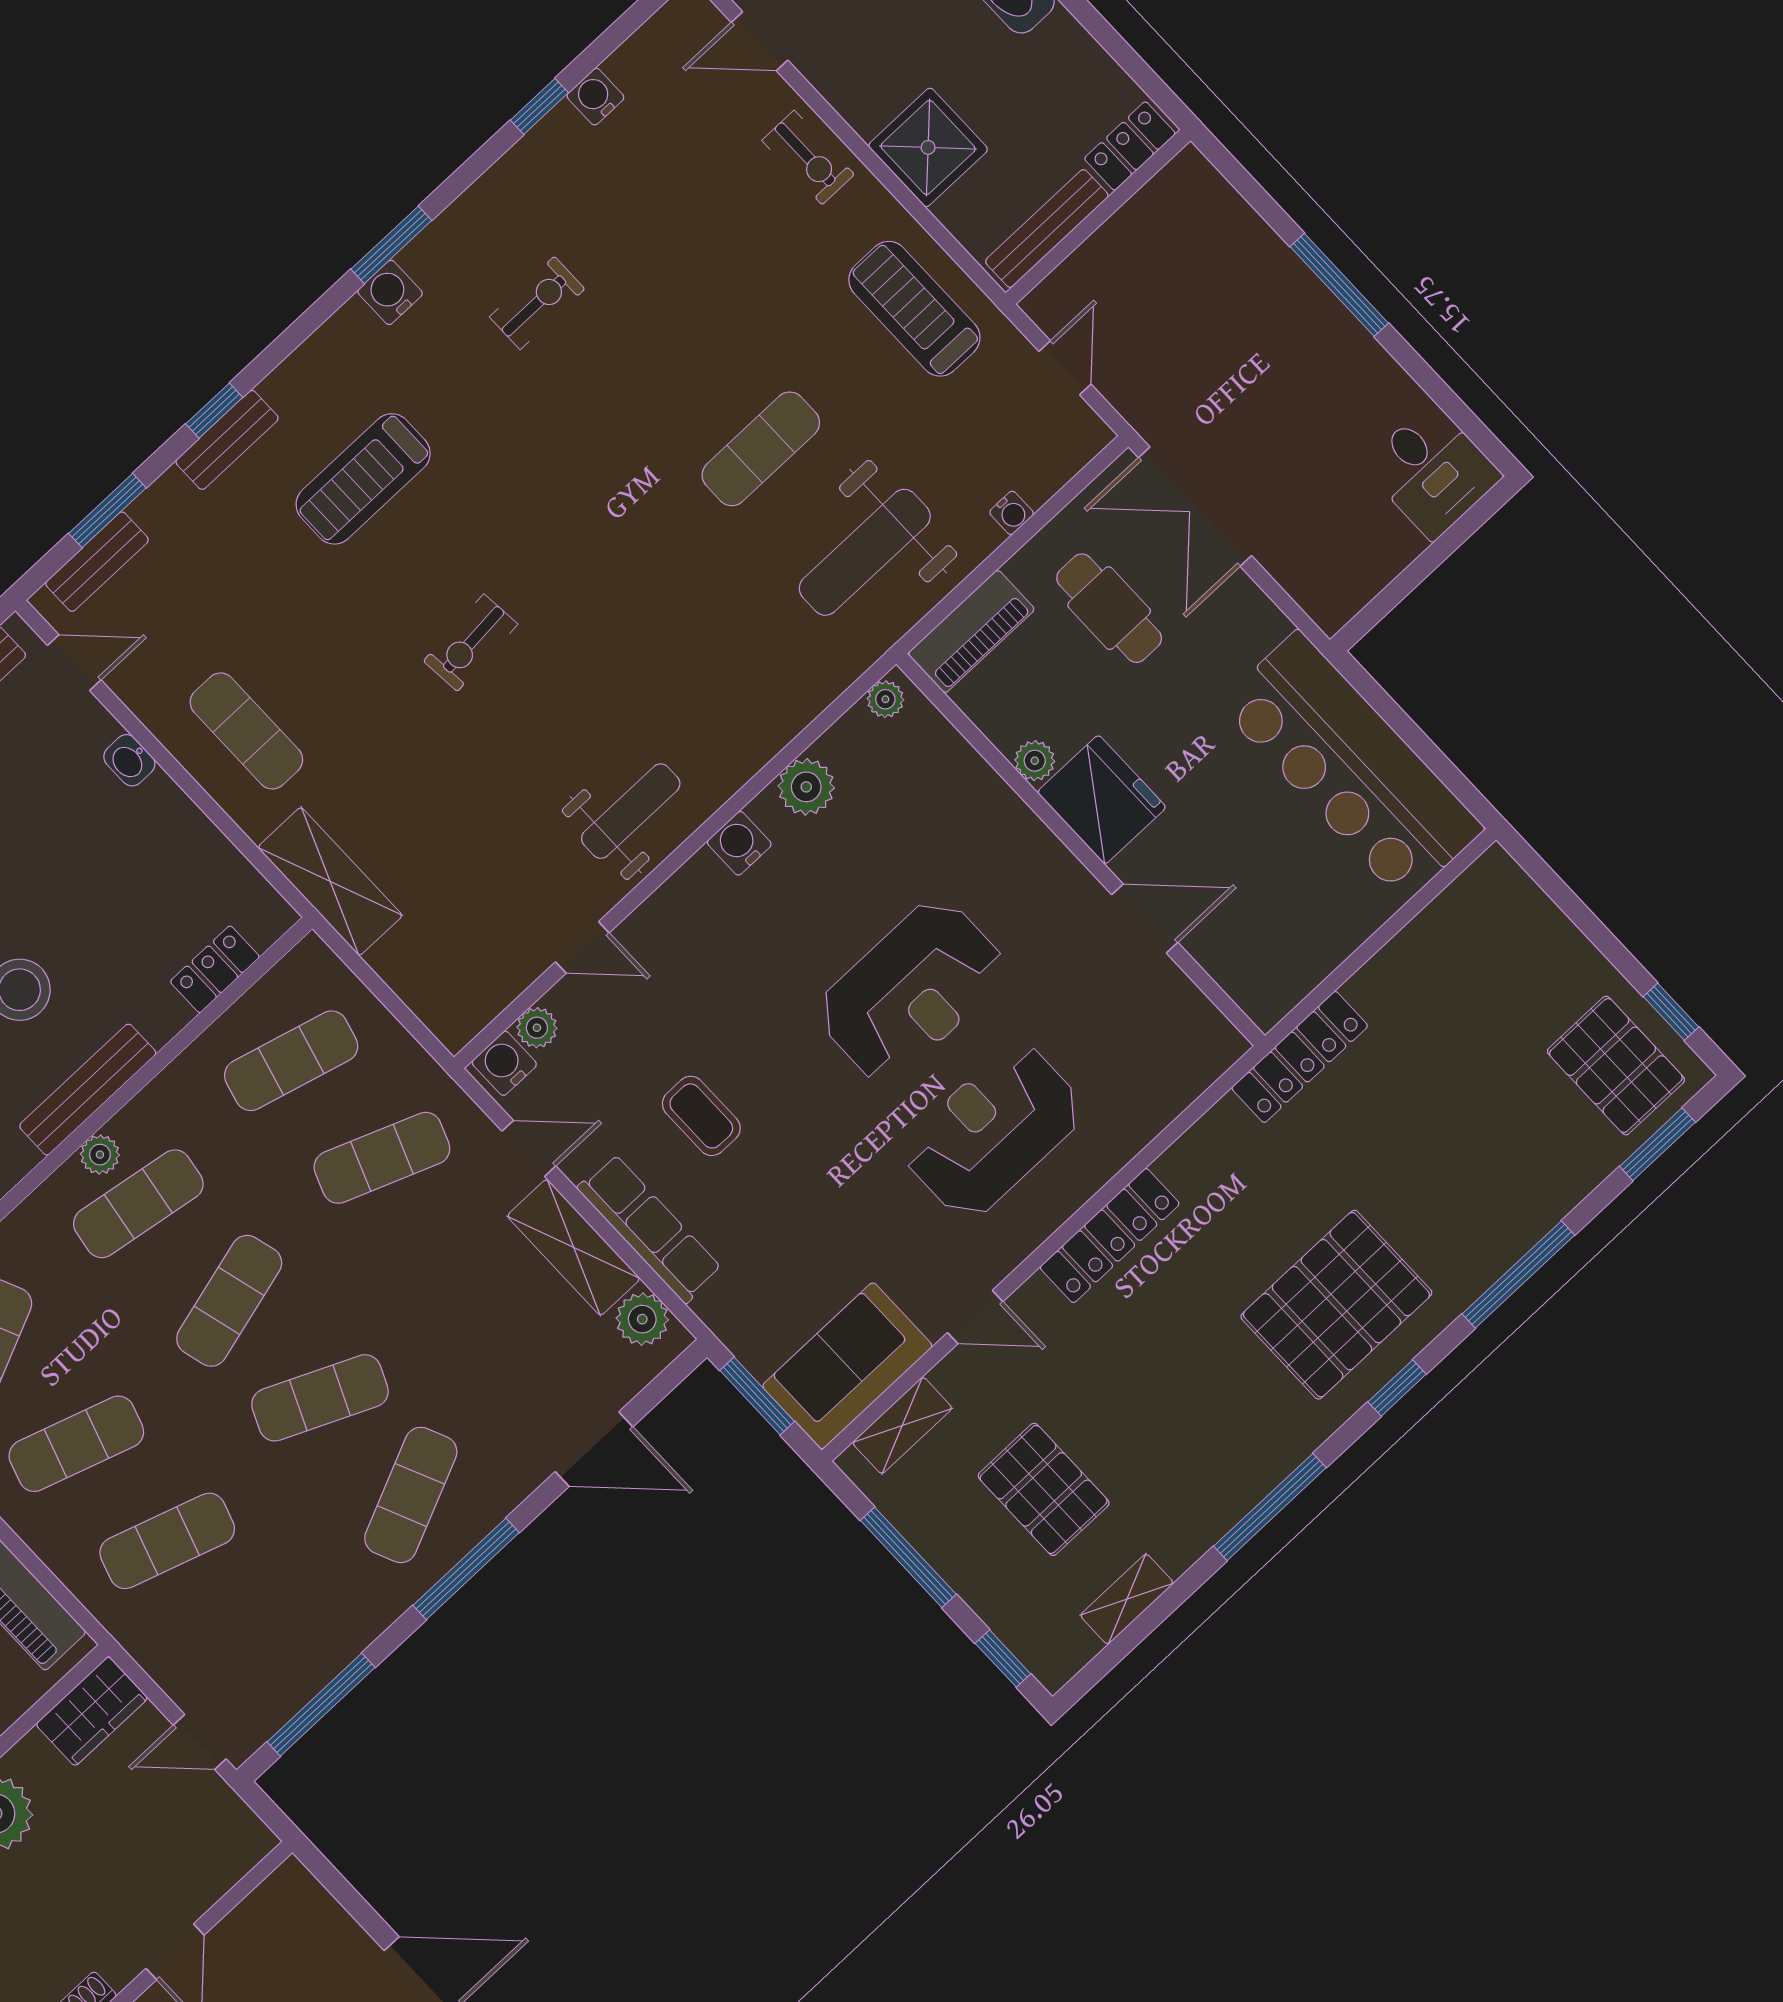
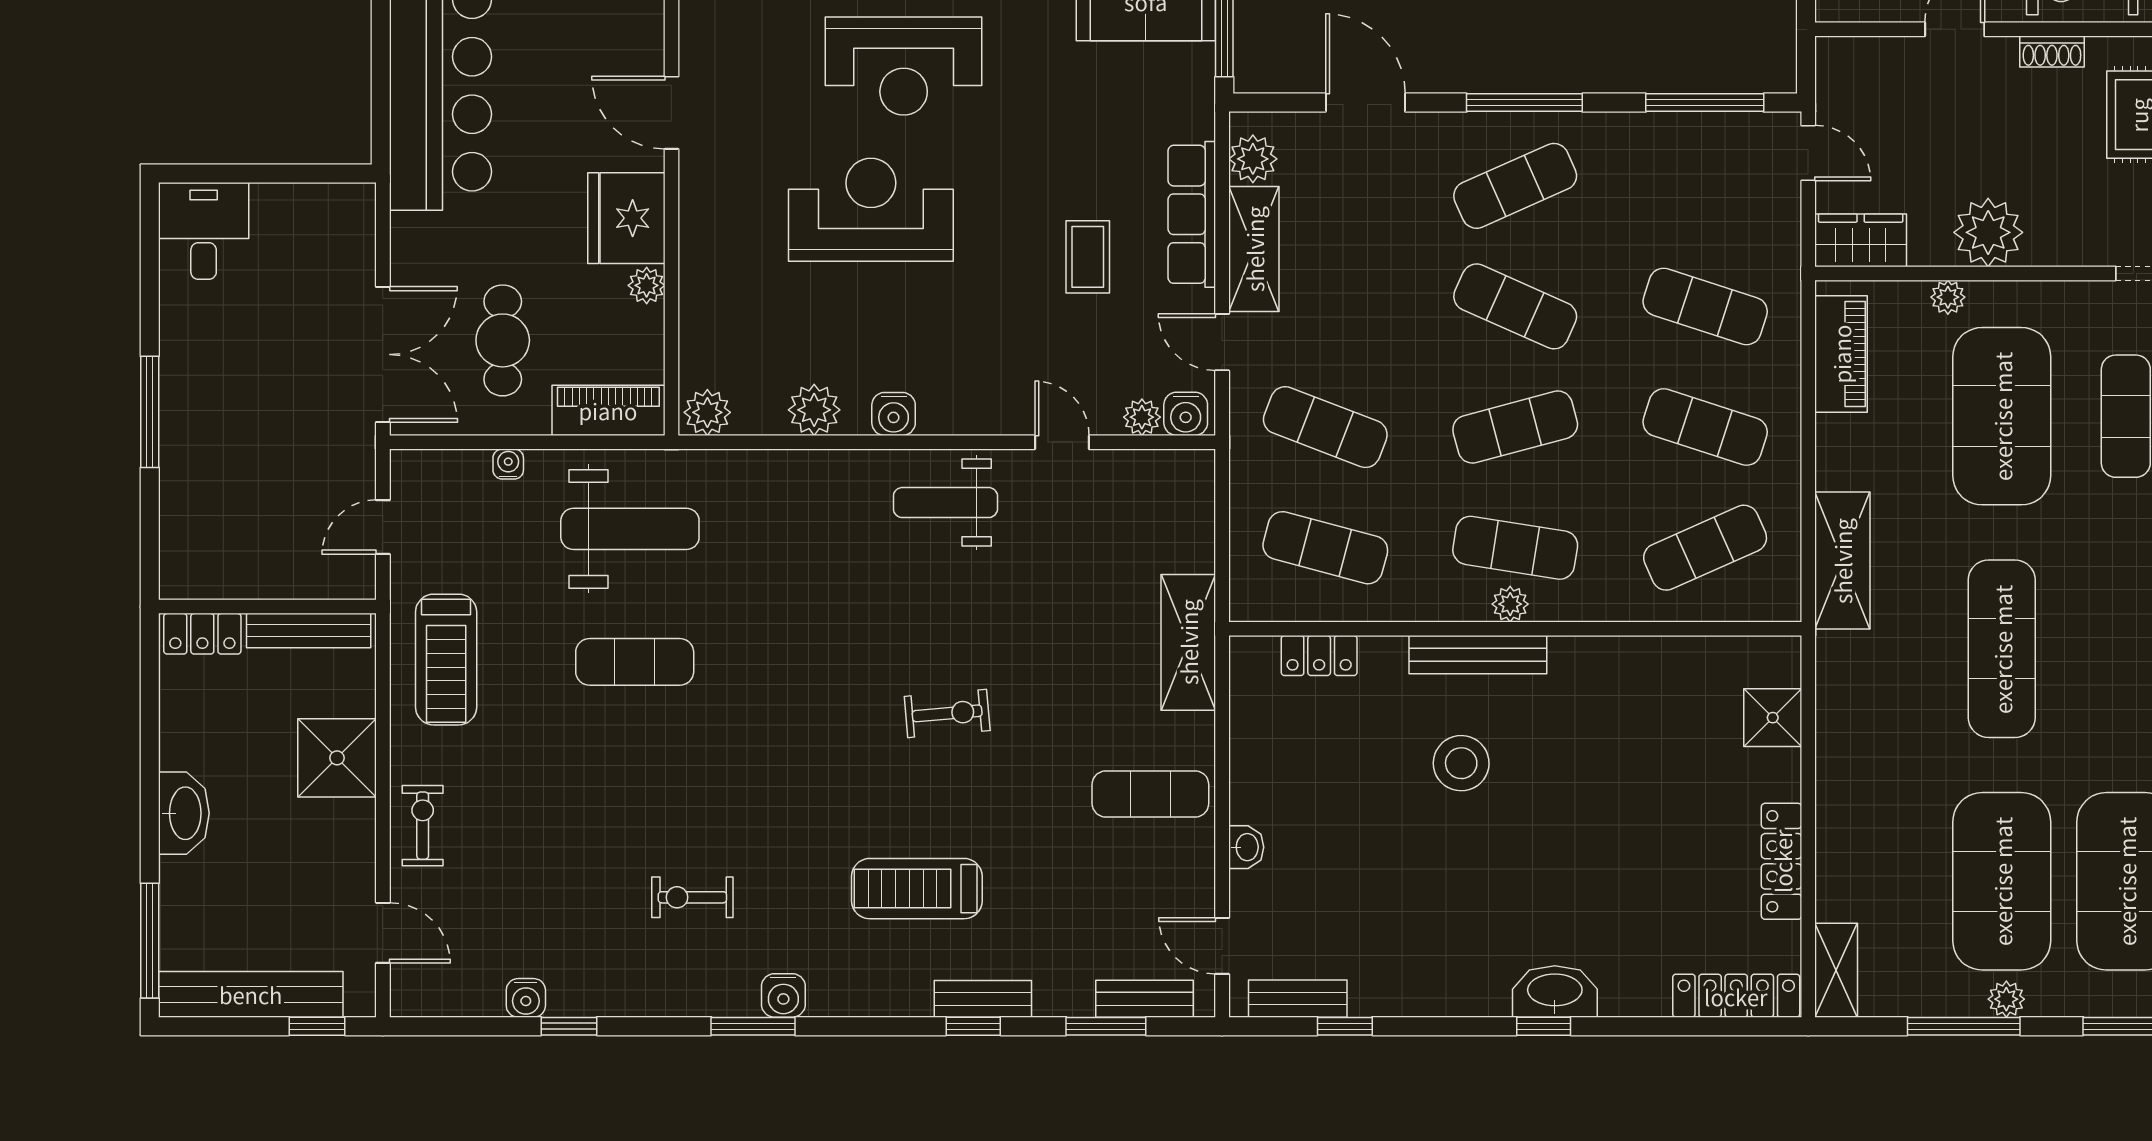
treadmill: (363, 479) -> (917, 889), turned 180
plant: (885, 699) -> (707, 412), width x1.38, depth x1.38
exercise mat: (246, 731) -> (1150, 794), turned 90

